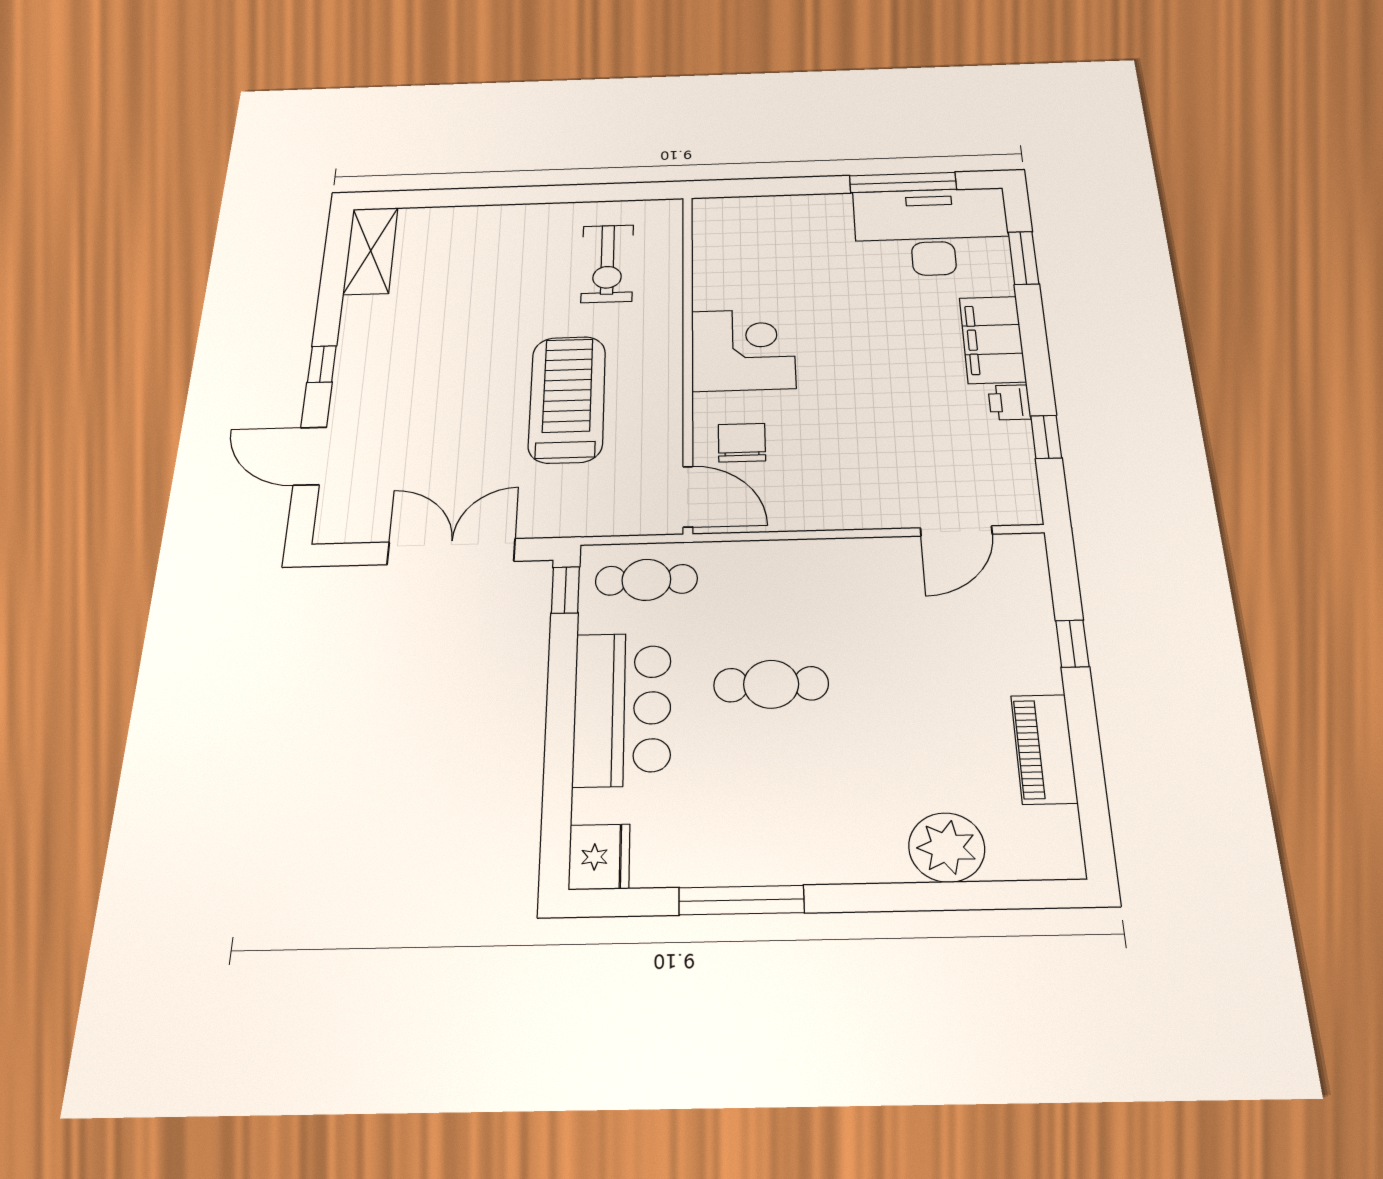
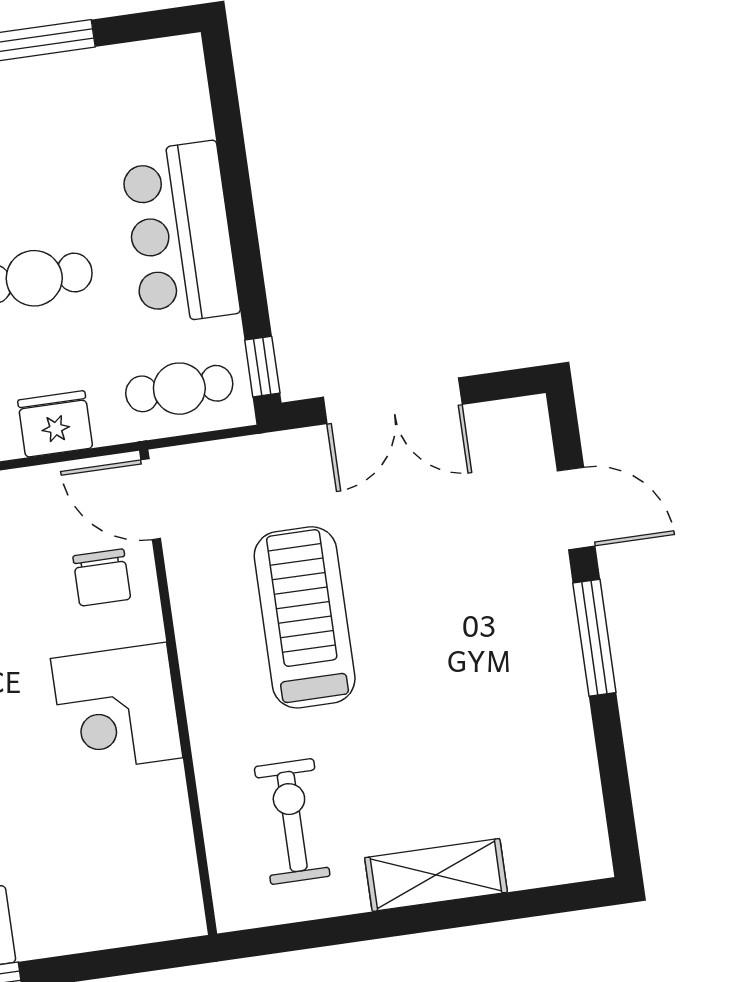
shelving: (371, 251) -> (436, 875), moved, turned 90
window: (322, 364) -> (594, 638), width x2.17
treadmill: (567, 399) -> (305, 617), turned 180
fridge: (599, 857) -> (55, 424), moved, turned 90

